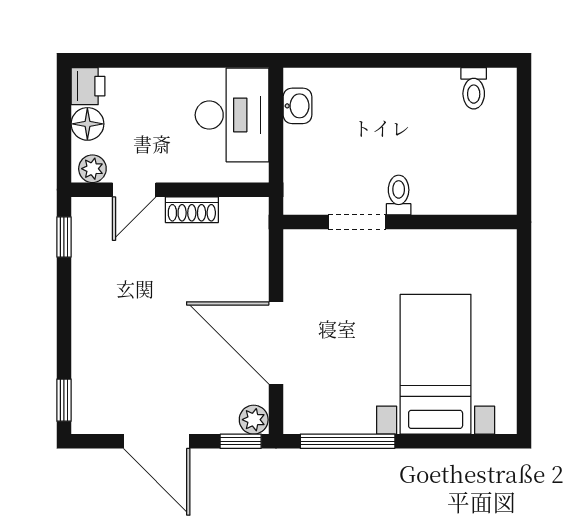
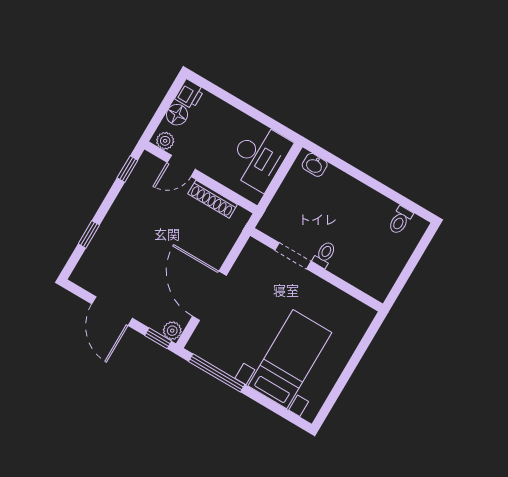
washbasin: (297, 106) -> (315, 165), moved, turned 90
shoe rack: (192, 210) -> (213, 199), width x1.43
window: (64, 400) -> (89, 234), moved

